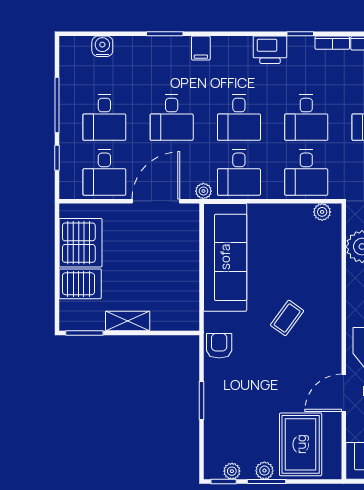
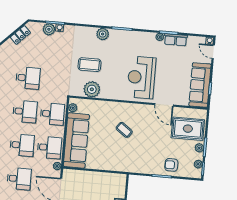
sofa: (225, 257) -> (76, 140), moved, turned 90
armchair: (219, 346) -> (171, 165), moved

